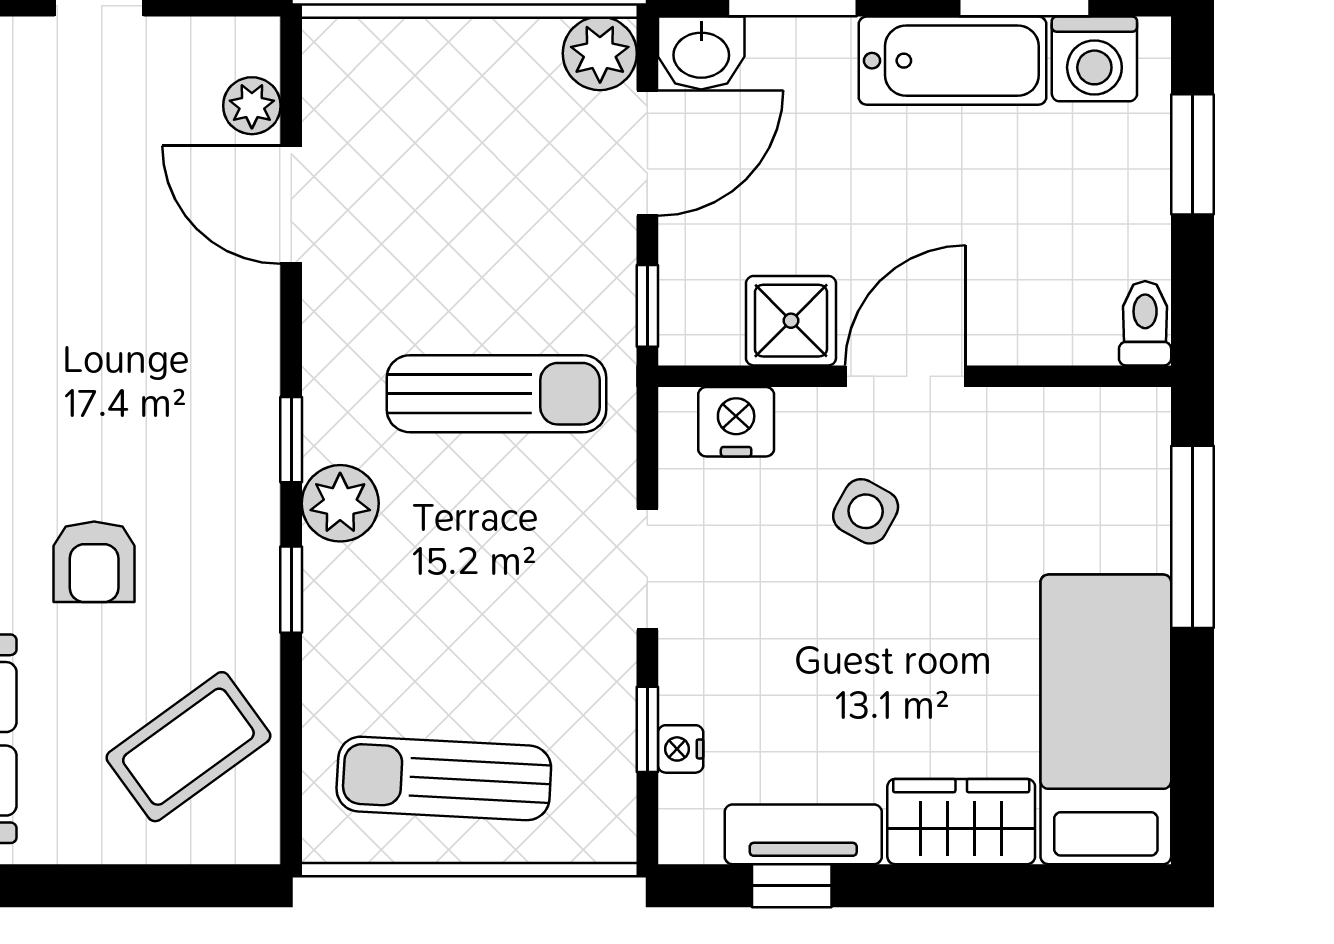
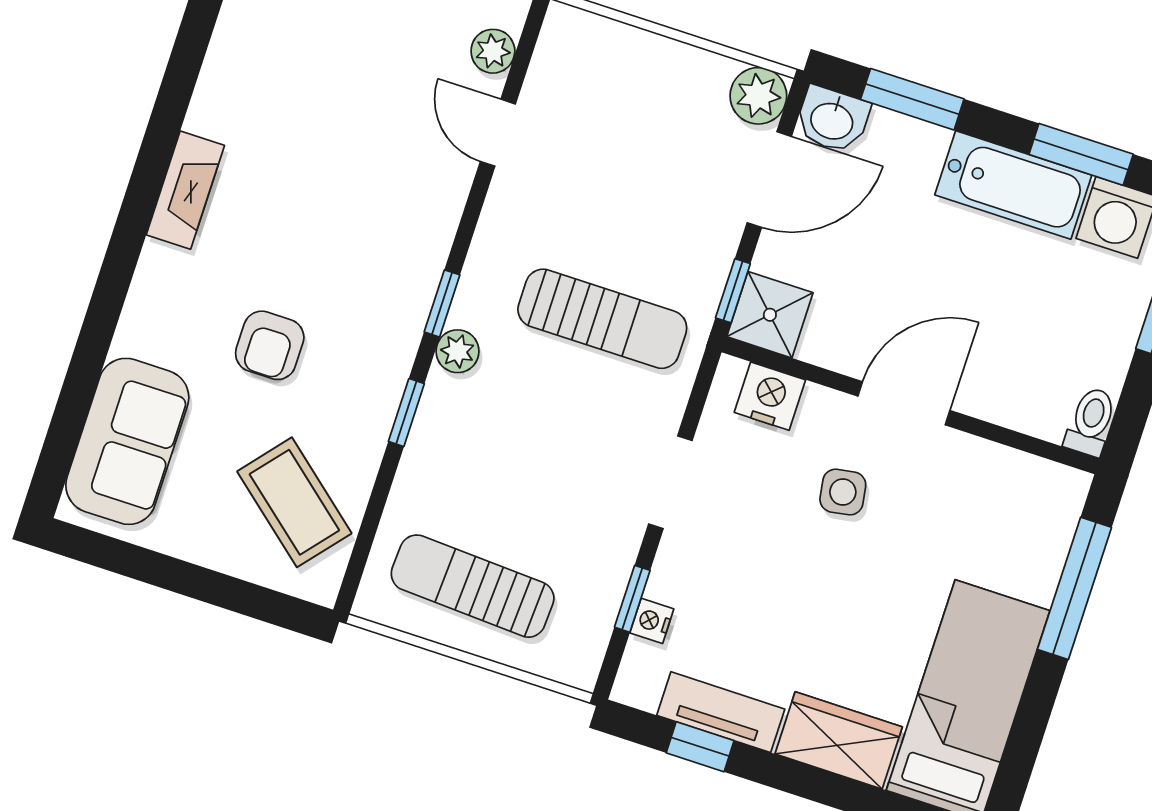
door: (291, 205) -> (498, 133), width x0.73
shower: (791, 321) -> (770, 315), moved
plant: (340, 503) -> (457, 351), width x0.73, depth x0.73
side table: (866, 511) -> (843, 492), turned -38
coffee table: (188, 747) -> (294, 502), turned 76

